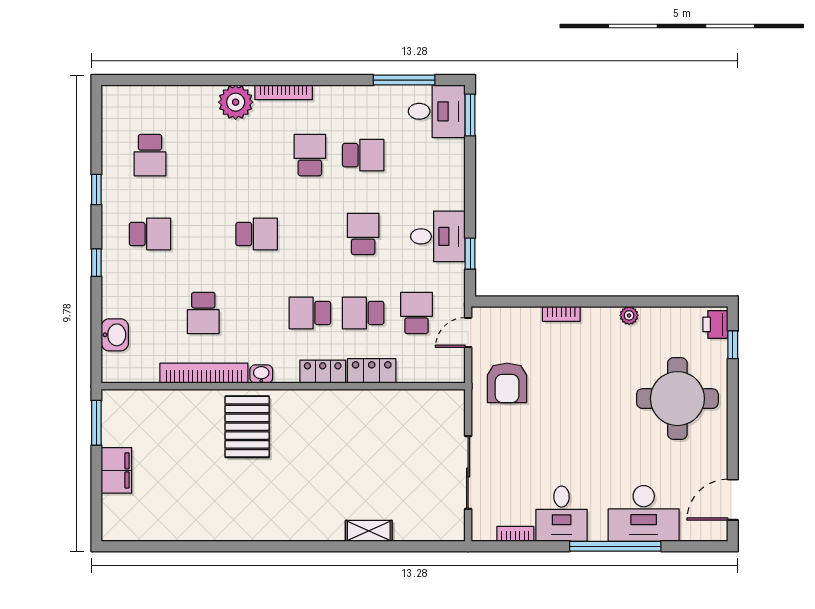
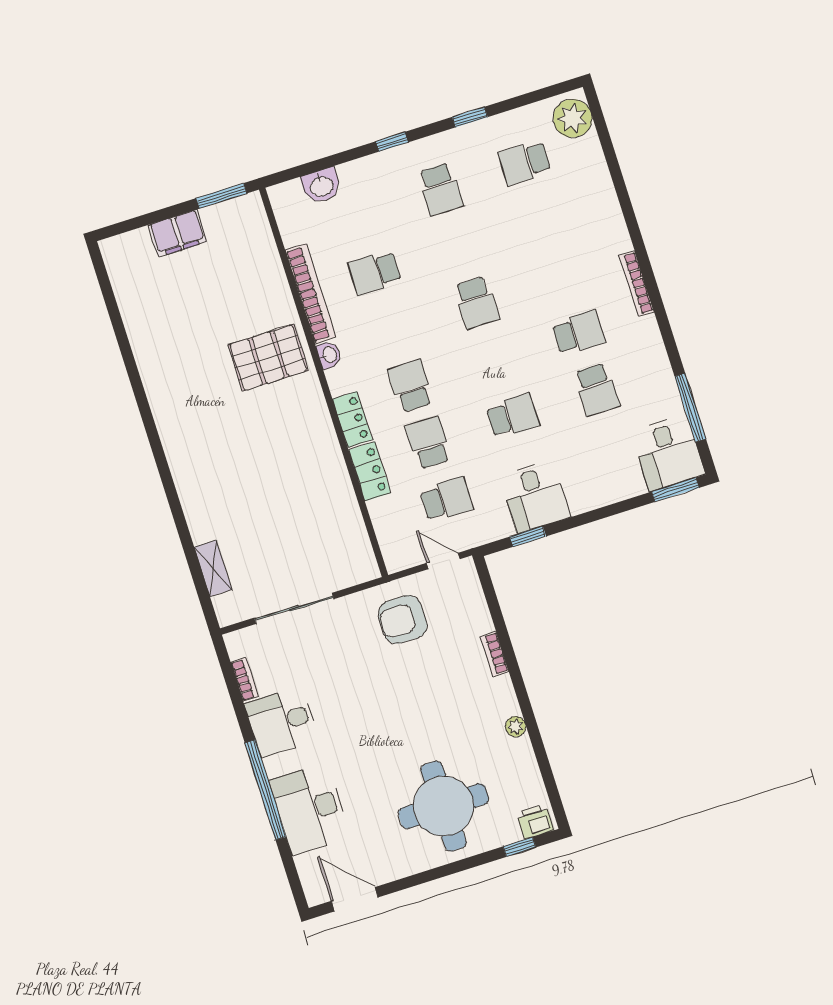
plant: (236, 102) -> (573, 118), moved
shelving: (369, 531) -> (213, 568), moved

